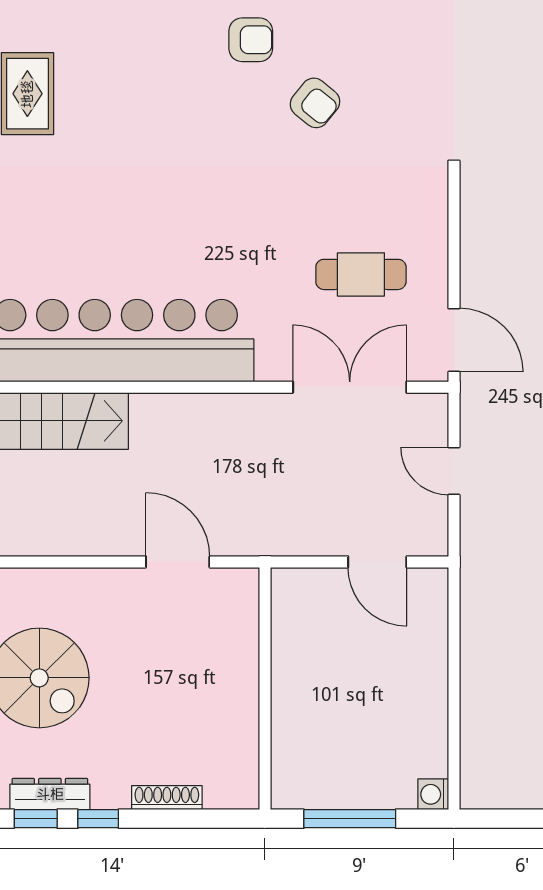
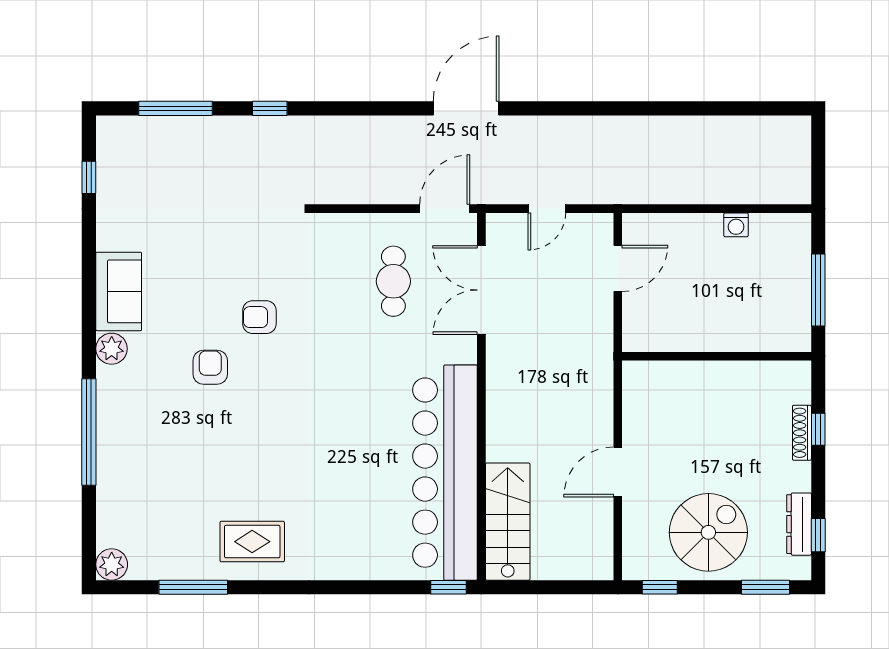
armchair: (315, 103) -> (259, 317), turned -129
door: (178, 562) -> (618, 472), moved
washing machine: (433, 794) -> (736, 225), moved
window: (98, 819) -> (818, 429), moved

